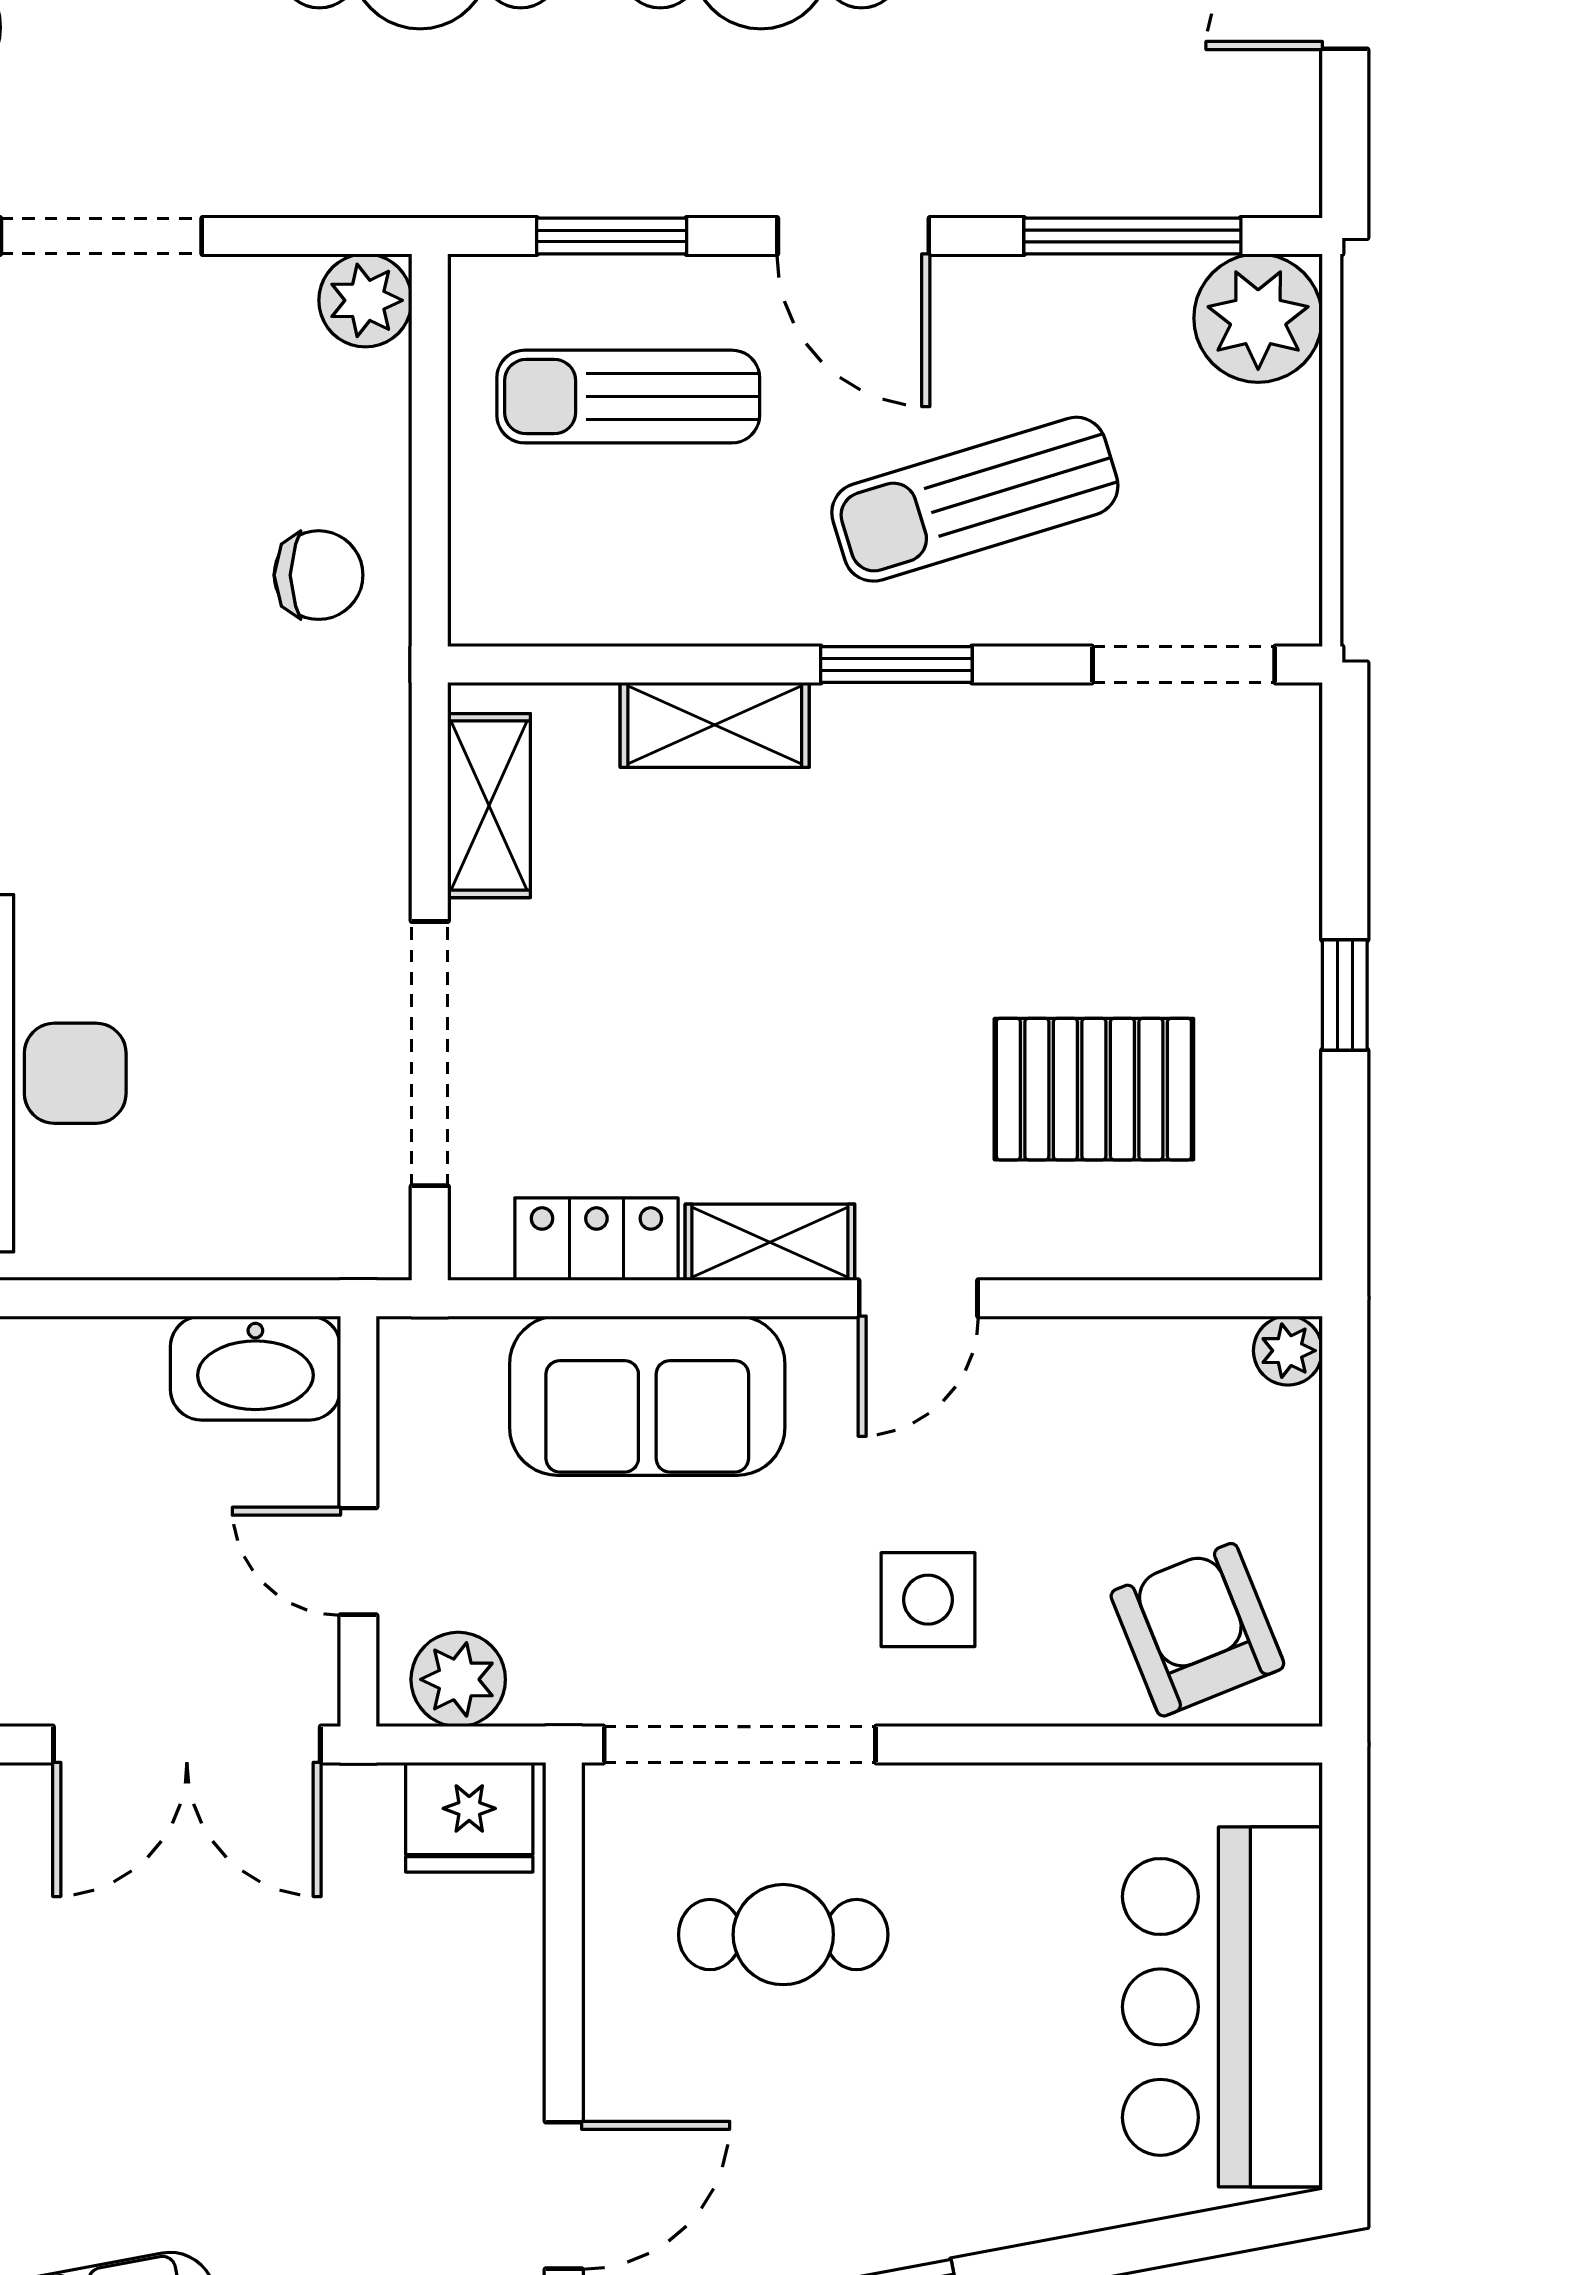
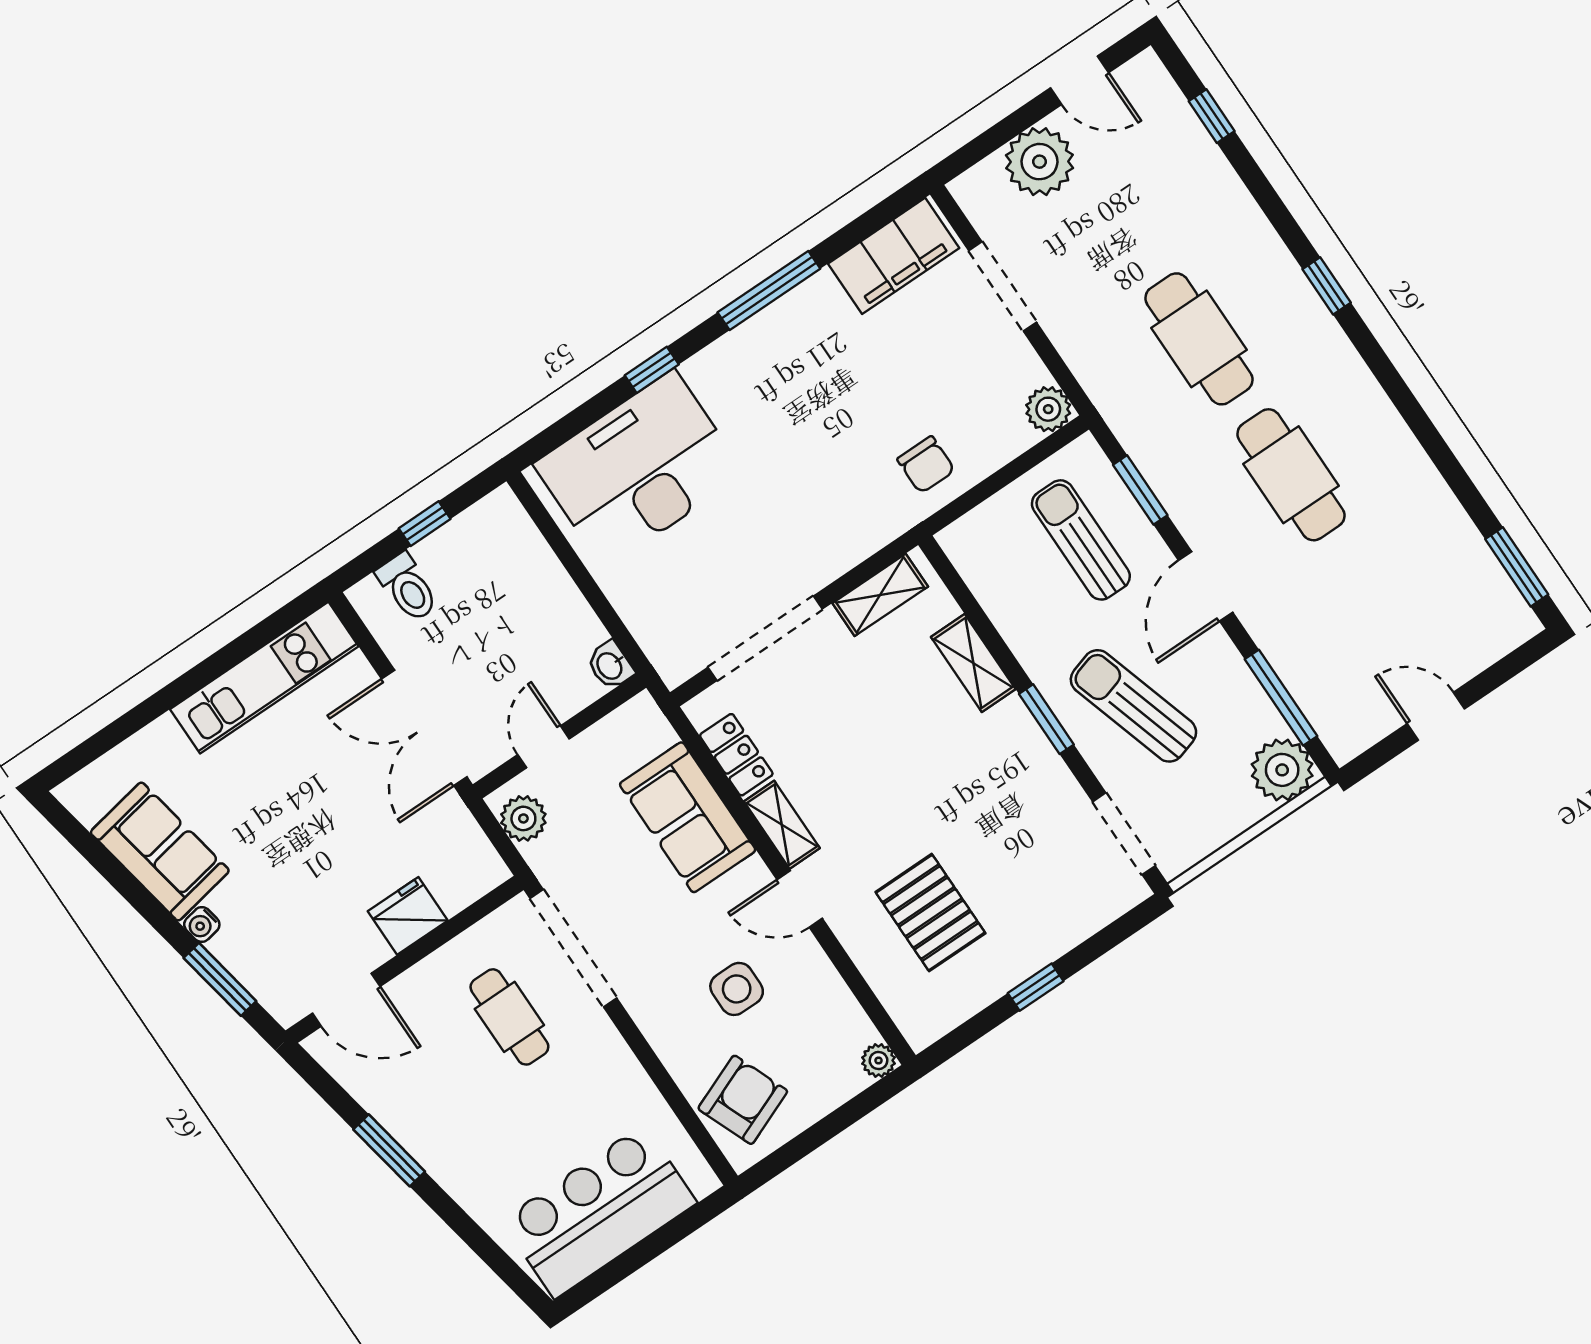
washbasin: (255, 1368) -> (610, 665), width x0.52, depth x0.69
side table: (928, 1600) -> (737, 989), moved
fridge: (469, 1817) -> (408, 916), moved, turned 90

